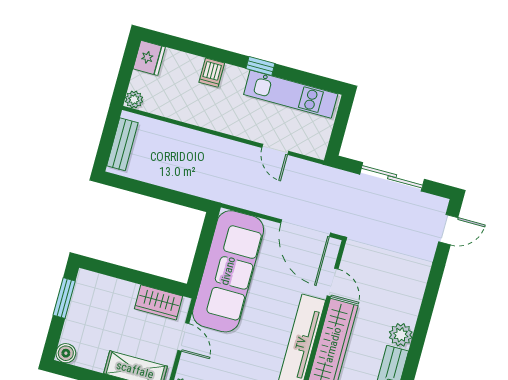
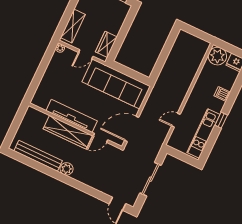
plant: (134, 100) -> (217, 56), width x1.88, depth x1.88
bench: (122, 144) -> (193, 40), removed

